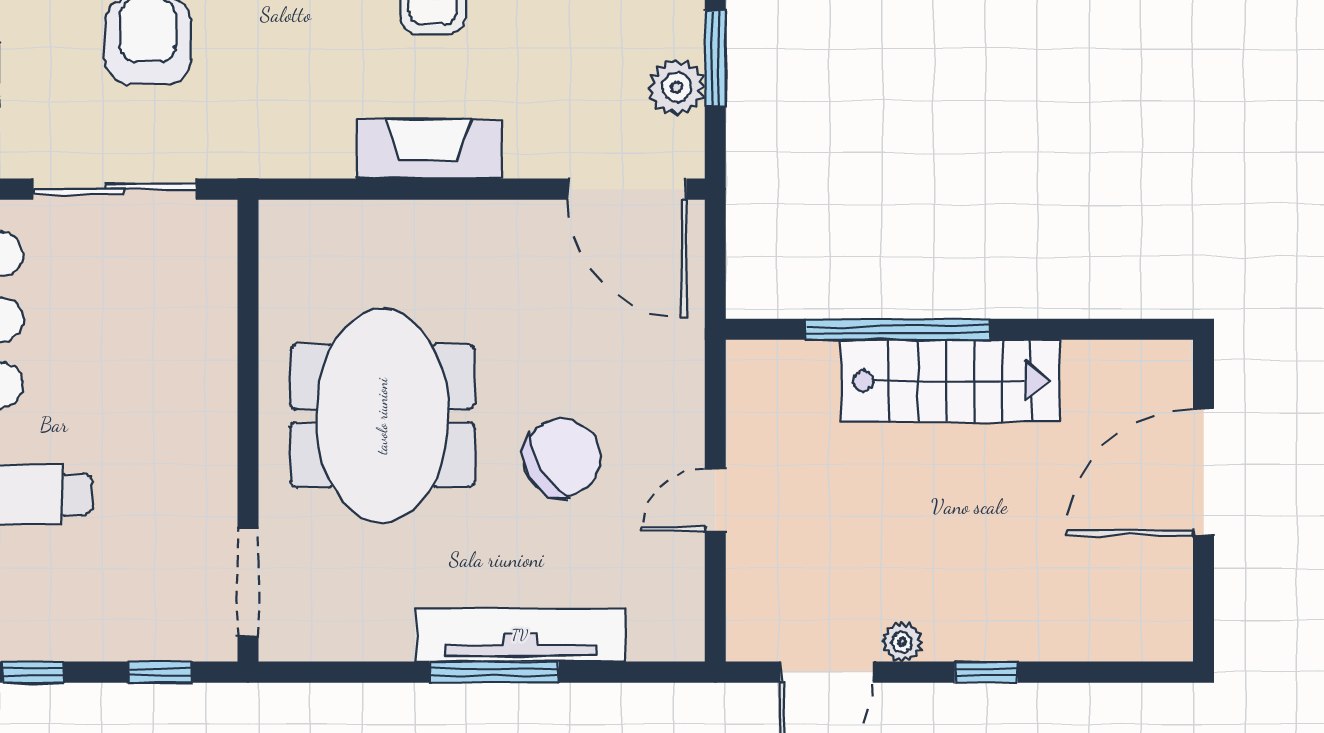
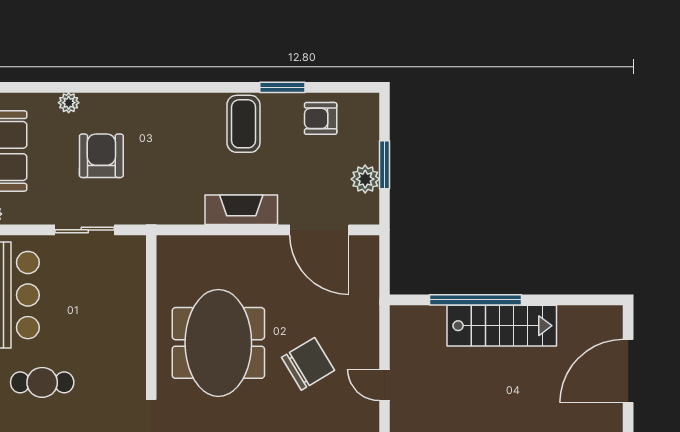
sliding door: (115, 189) -> (85, 230), width x0.73
door: (627, 189) -> (319, 230), moved
door: (715, 500) -> (384, 385), hinge flipped

